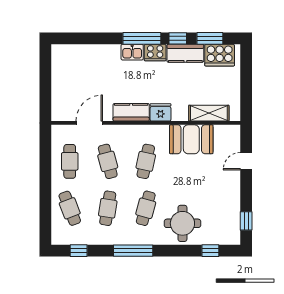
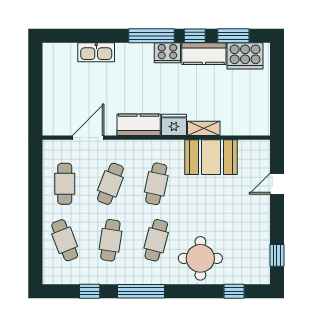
kitchen sink: (132, 52) -> (96, 52), moved, width x1.38
shelving: (209, 113) -> (204, 128), moved, width x0.67, depth x0.75
cafe table: (108, 161) -> (110, 184), turned 36
window: (79, 251) -> (90, 291), moved

